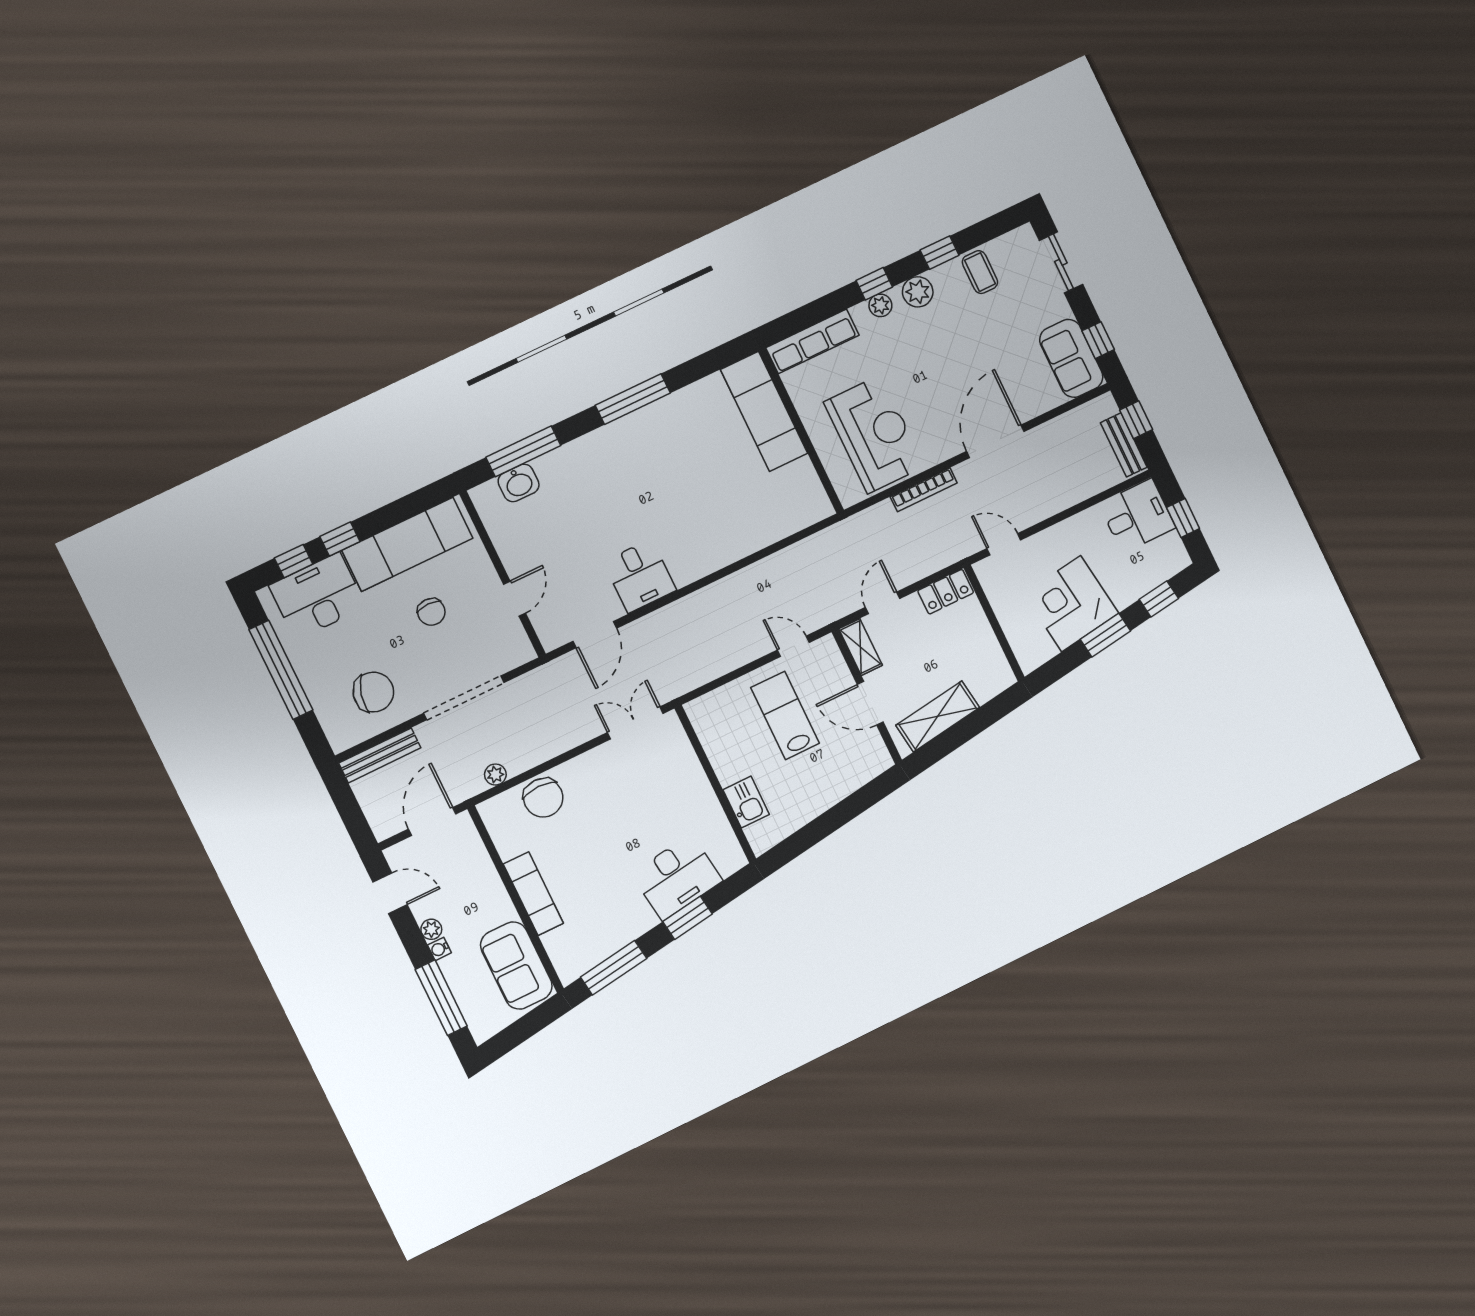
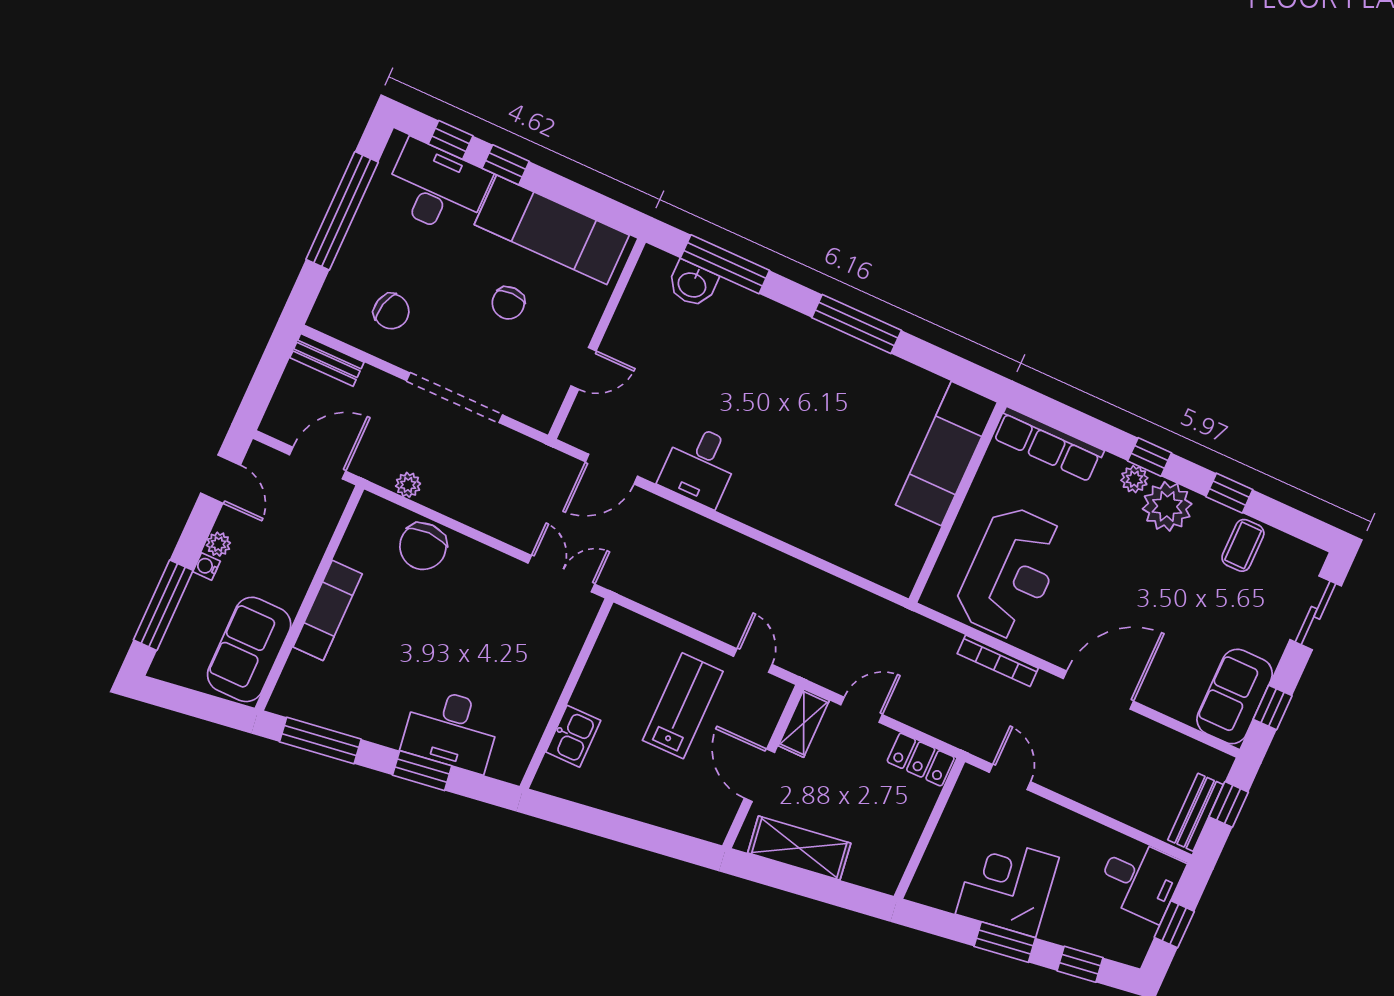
plant: (918, 292) -> (1167, 506), width x1.36, depth x1.36
chair: (373, 692) -> (391, 311), width x0.73, depth x0.73
bench: (380, 755) -> (327, 360), width x0.73

